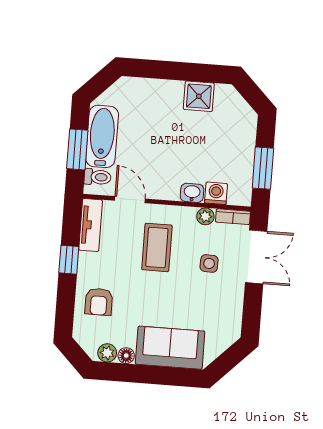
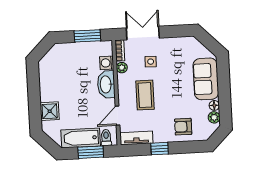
shower: (199, 96) -> (50, 111), moved
washbasin: (192, 193) -> (106, 84), width x1.91, depth x1.45
coffee table: (157, 247) -> (145, 95), turned 90
armchair: (99, 302) -> (183, 127), turned 180

